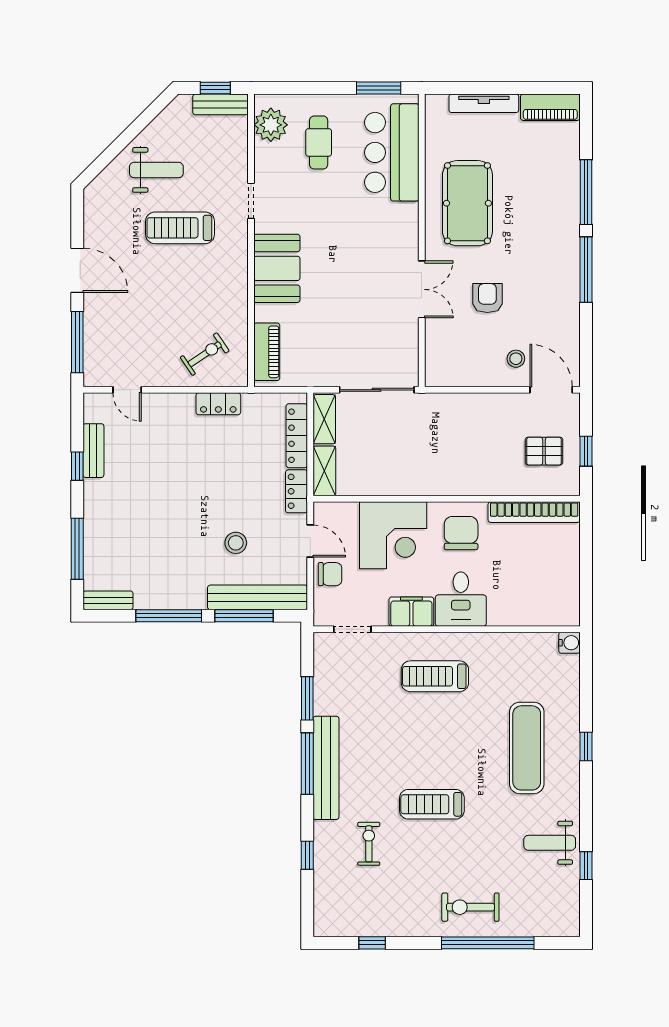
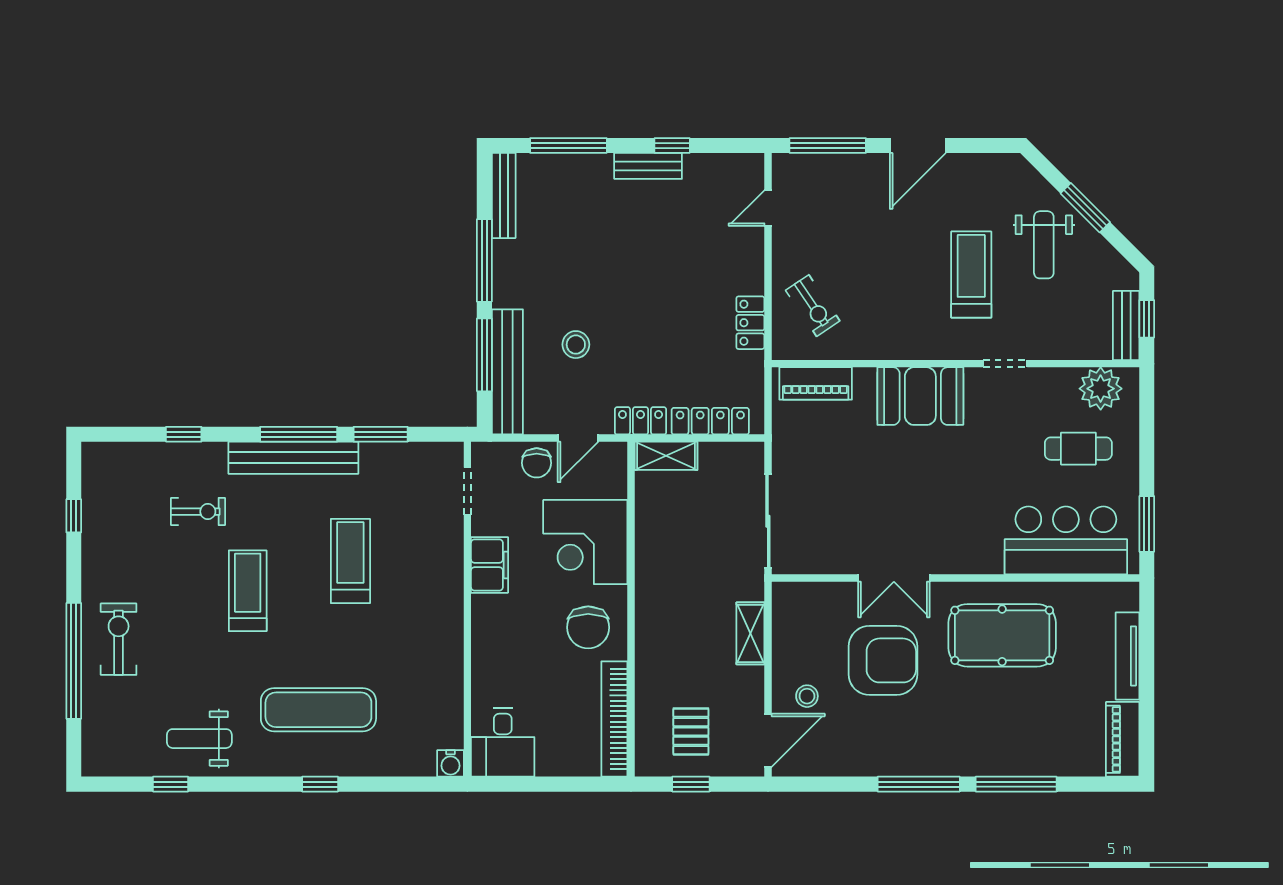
window: (127, 137) -> (1085, 208), added
armchair: (487, 298) -> (883, 660), width x1.88, depth x1.88
shelving: (324, 419) -> (750, 633), moved, turned 90
bench: (93, 451) -> (648, 166), moved
chair: (461, 533) -> (588, 627), turned 90
desk: (461, 599) -> (503, 742), moved, turned -90
bench: (108, 600) -> (504, 196), width x1.36
treadmill: (435, 676) -> (350, 561), moved
weight bench: (550, 843) -> (199, 739), turned -90

